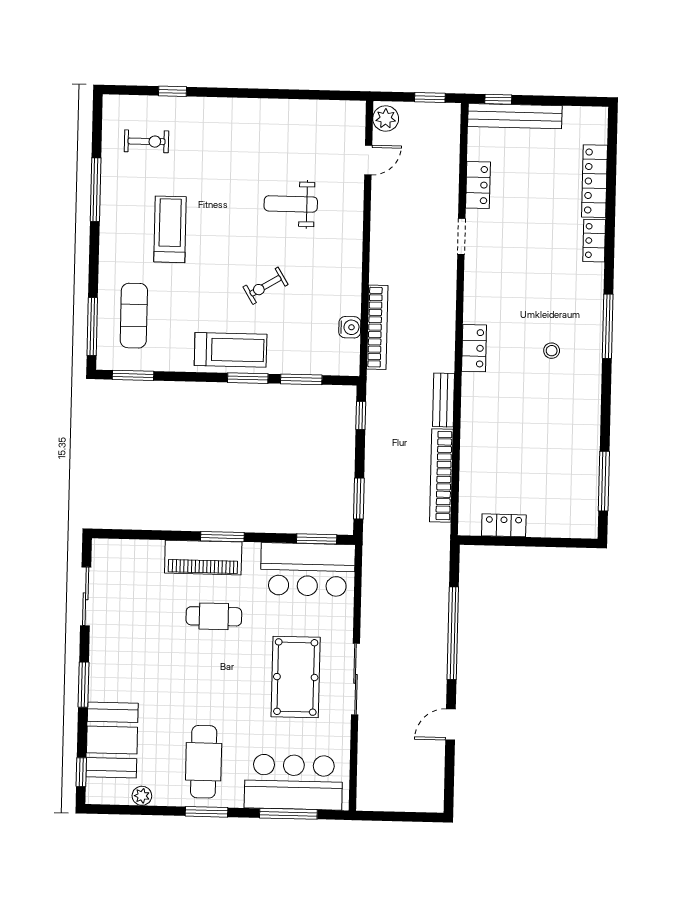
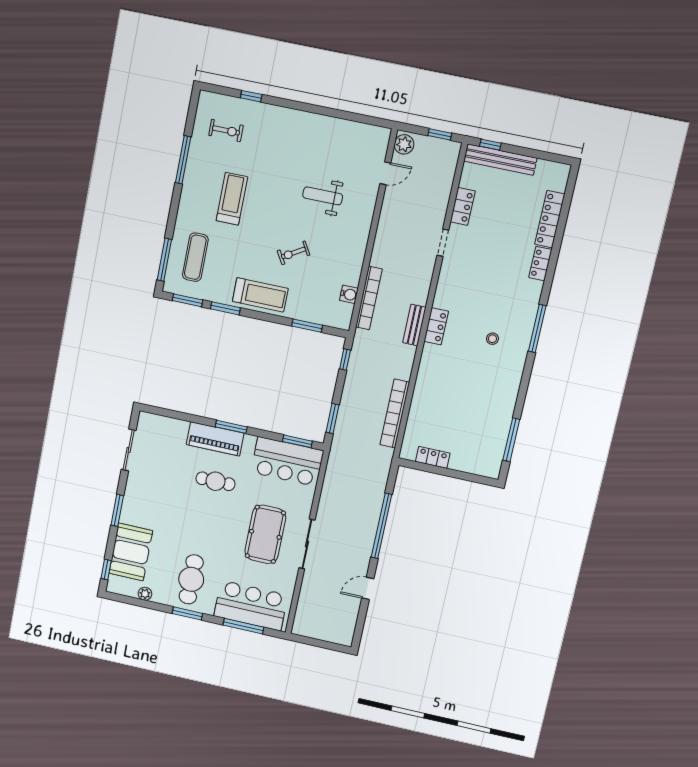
window: (248, 378) -> (225, 308), moved
bench: (444, 400) -> (414, 325), moved

